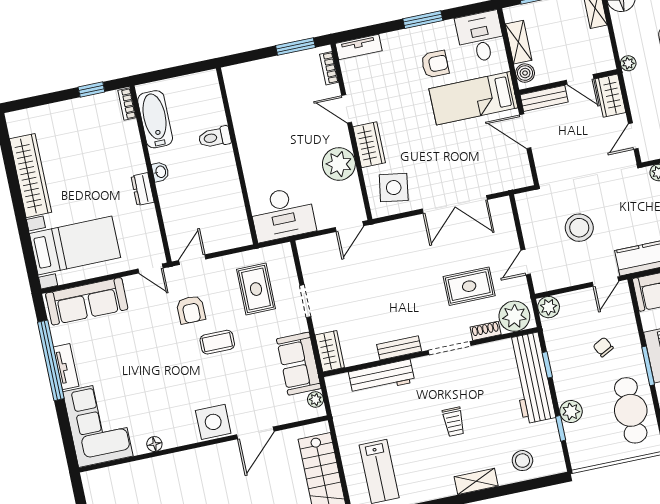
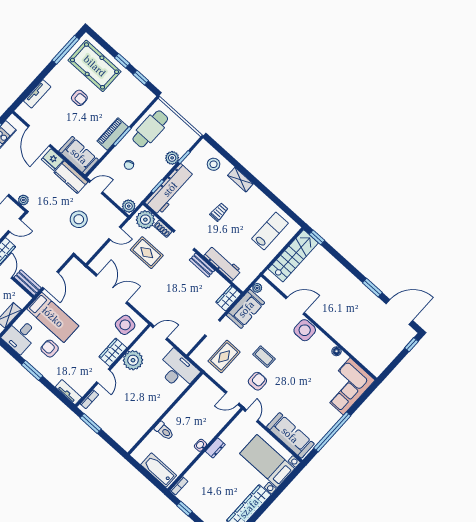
boiler: (525, 73) -> (22, 301), removed
bathtub: (155, 119) -> (159, 470), moved, turned 90
tv unit: (66, 367) -> (330, 422), removed

